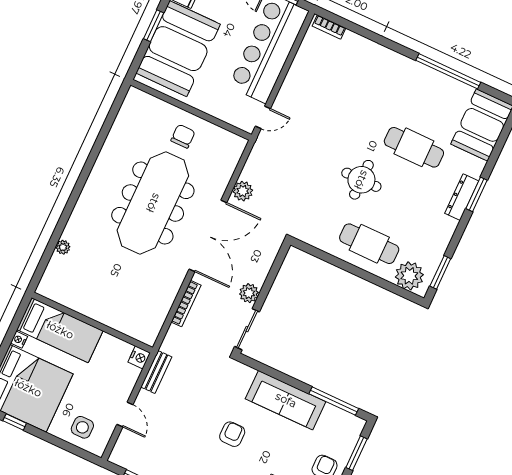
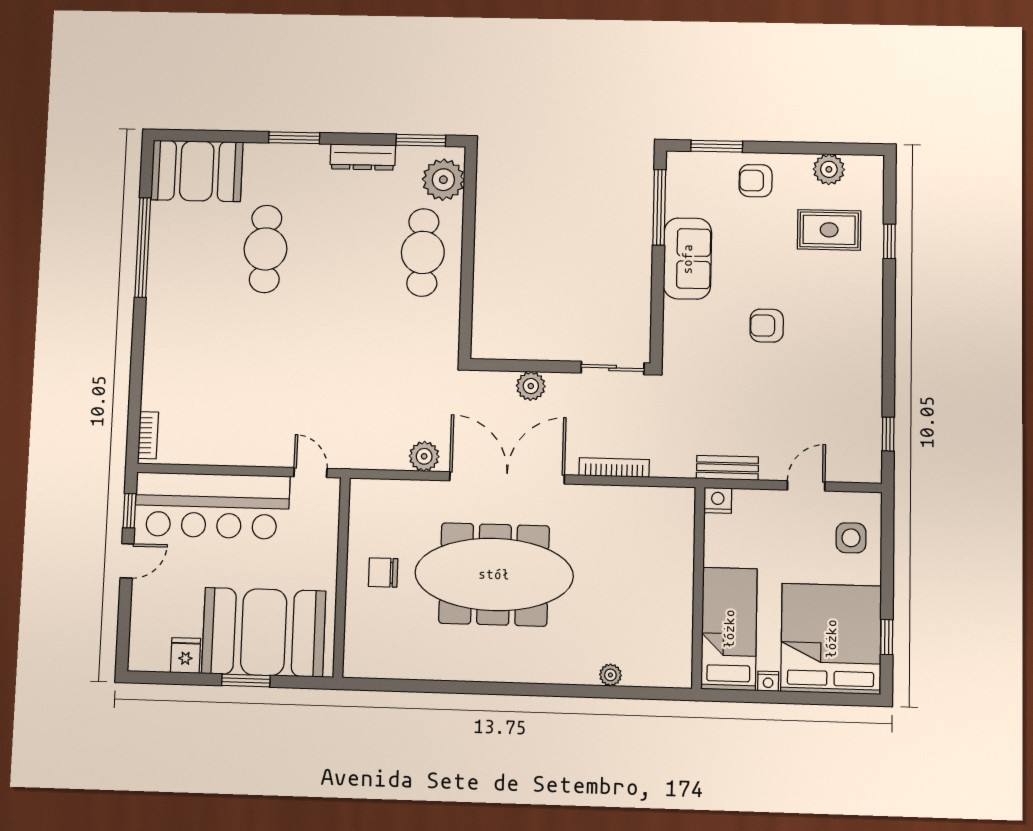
round table: (361, 180) -> (340, 301), removed
dresser: (462, 197) -> (363, 157), moved
plant: (249, 293) -> (531, 386), moved
sofa: (286, 400) -> (687, 259), width x0.73

